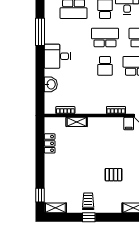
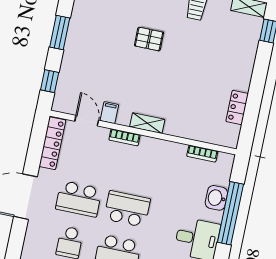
school desk: (105, 66) -> (127, 209), width x1.85
window: (40, 77) -> (230, 213), added
shelving: (77, 122) -> (147, 123), moved

